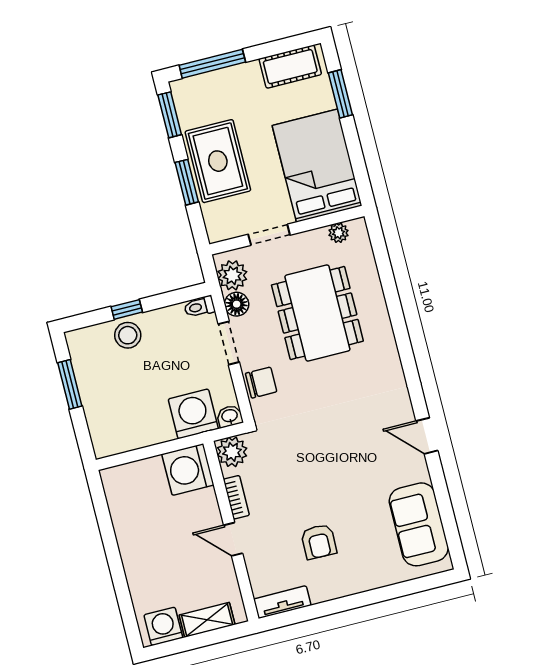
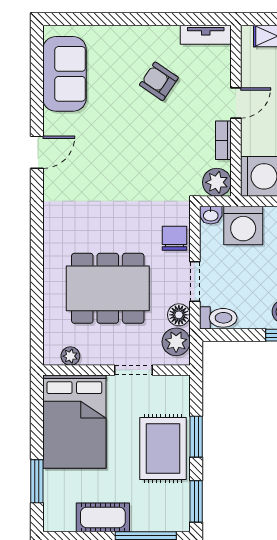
cot: (290, 67) -> (103, 517), moved
toilet: (199, 307) -> (218, 318), width x1.37, depth x1.39
dining table: (317, 313) -> (108, 288), turned 90
chair: (261, 383) -> (175, 238), turned 90
door: (427, 436) -> (37, 152), hinge flipped
door: (233, 539) -> (236, 103), hinge flipped
armchair: (319, 542) -> (159, 81), turned -57

